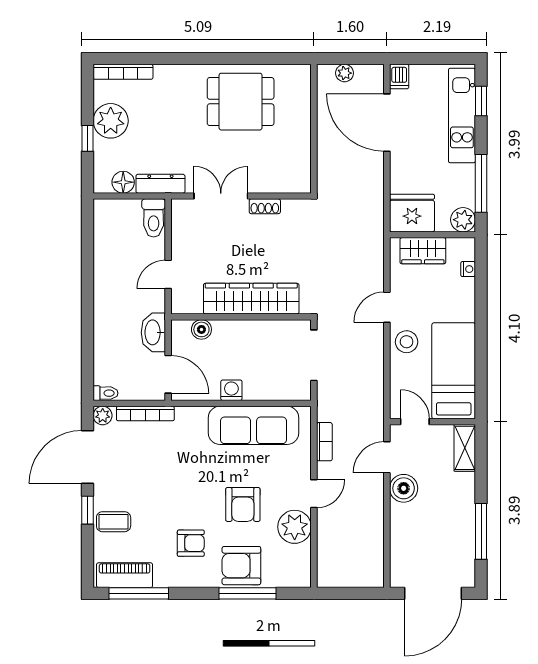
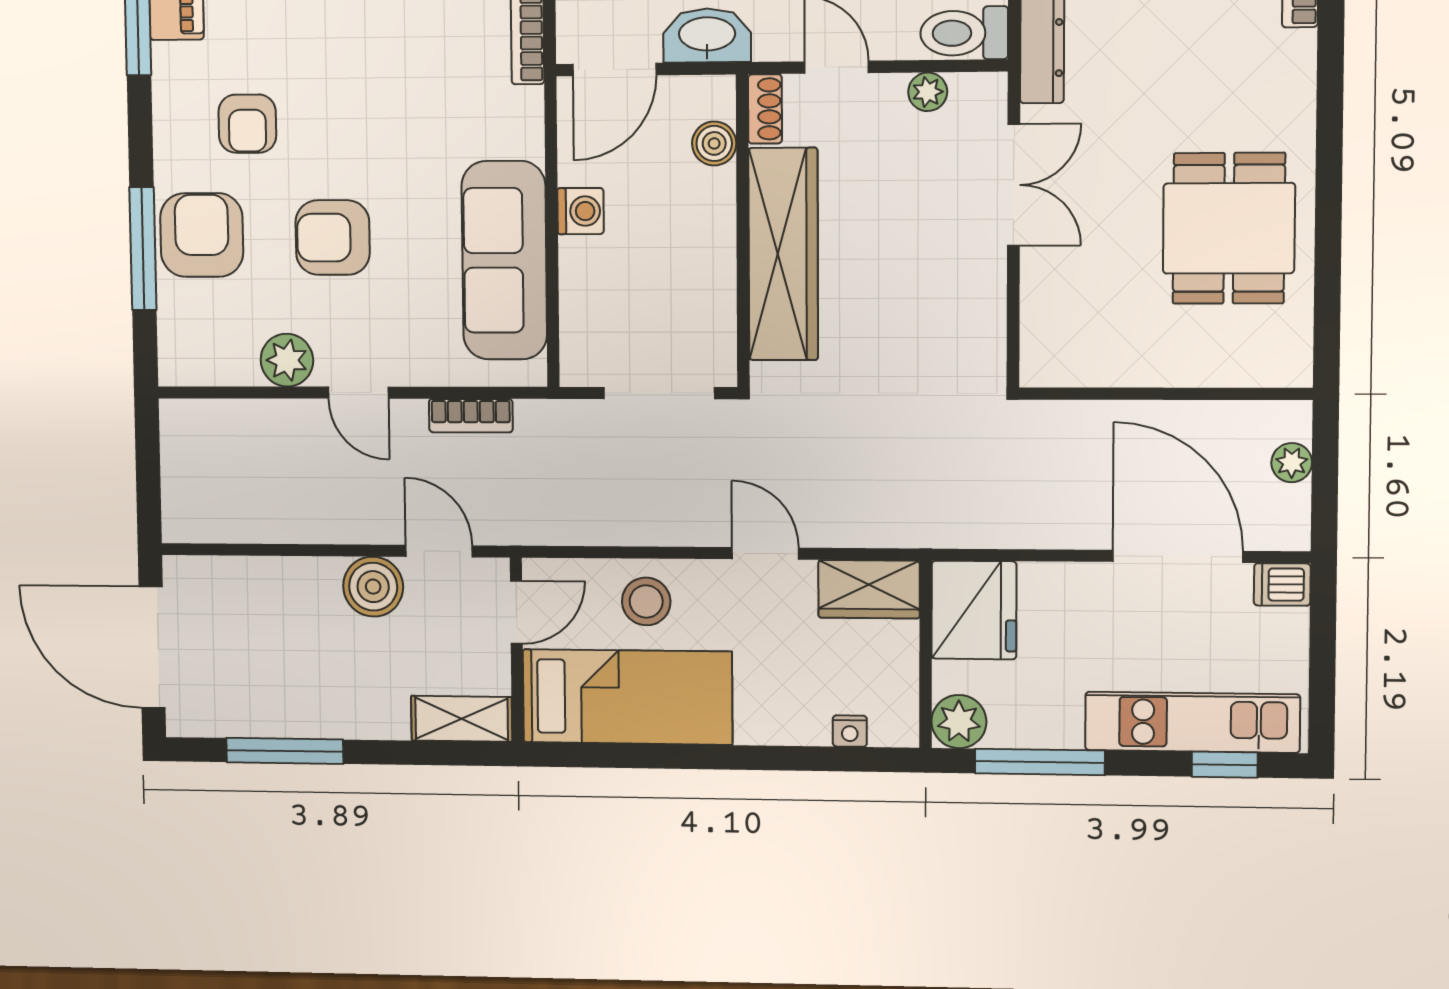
door: (387, 123) -> (1178, 556), hinge flipped
shoe rack: (265, 206) -> (765, 109), moved, turned 180
plant: (179, 234) -> (928, 92), added
wardrobe: (423, 251) -> (869, 589), moved, turned -90
stool: (407, 342) -> (646, 601), moved
plant: (295, 527) -> (287, 360), width x0.73, depth x0.73

